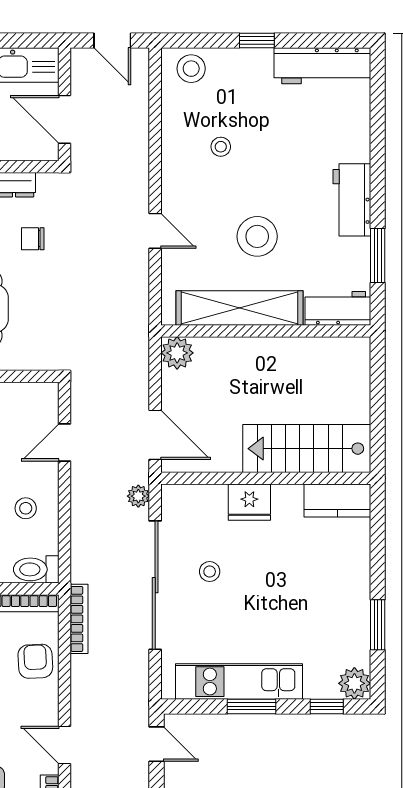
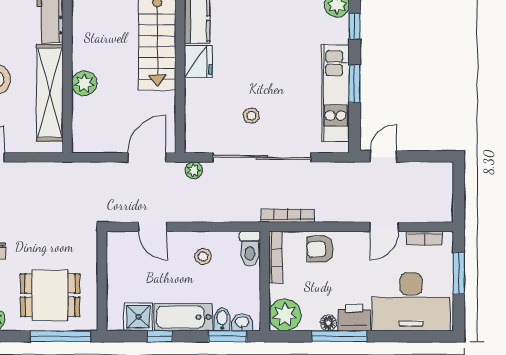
plant: (177, 353) -> (84, 83), moved
fridge: (249, 502) -> (198, 61), moved

